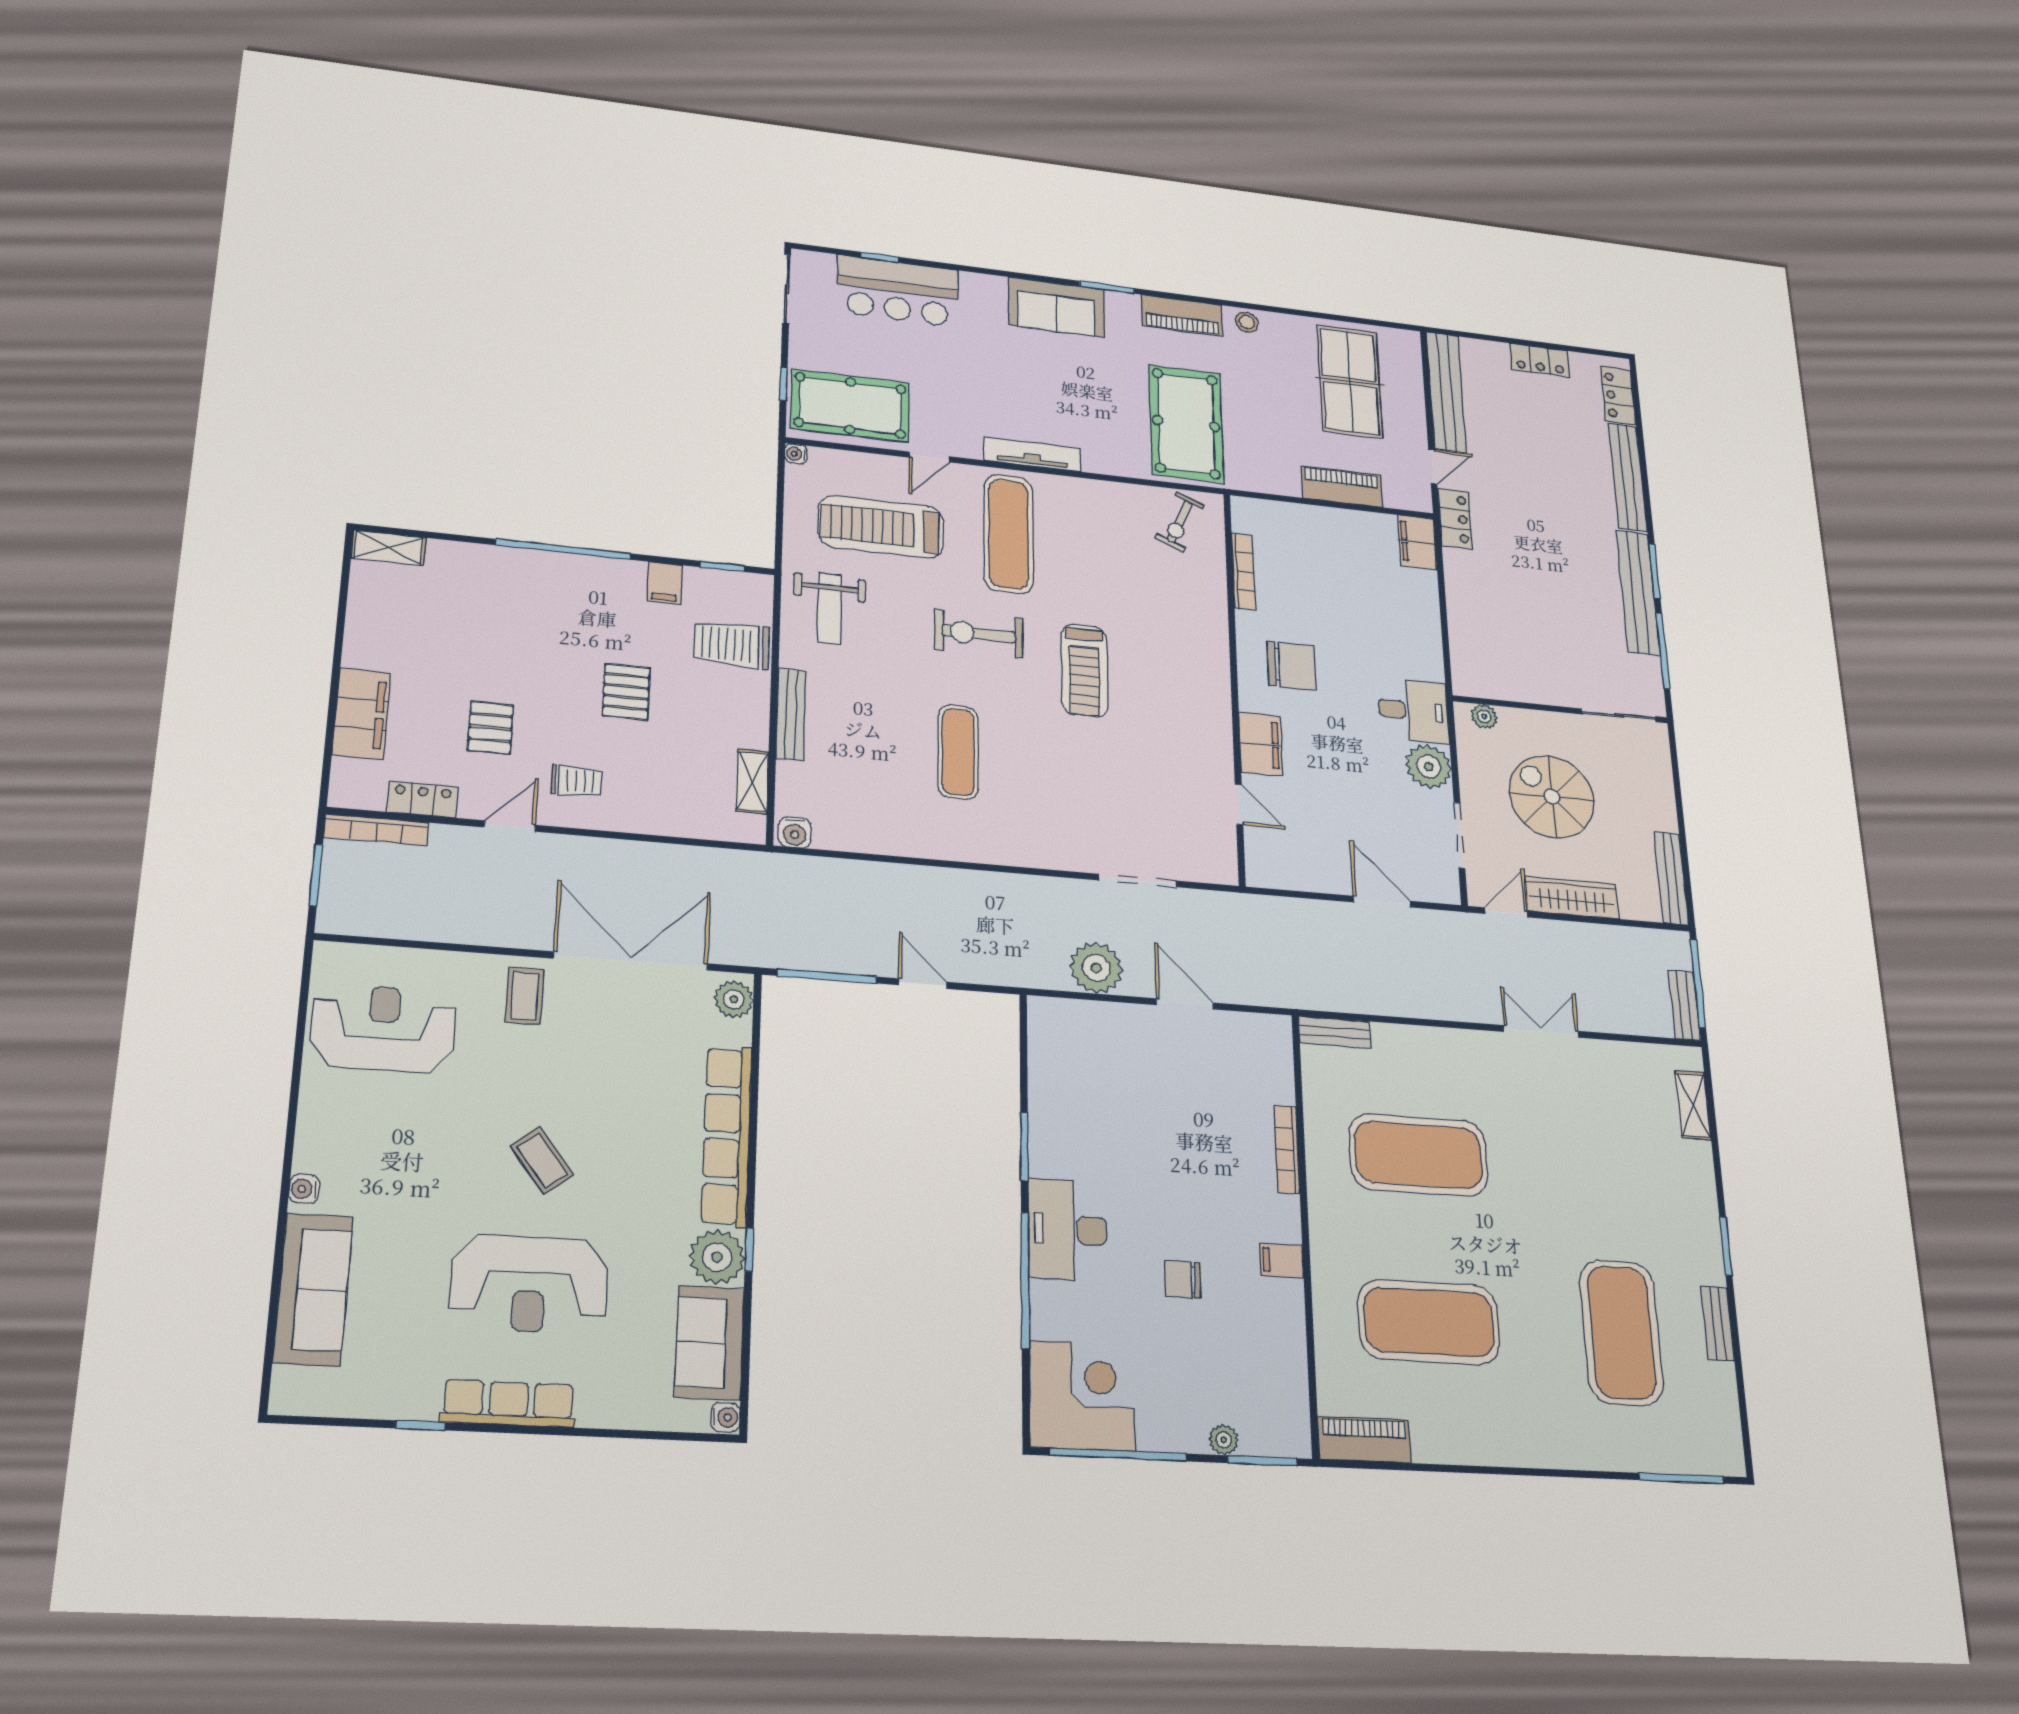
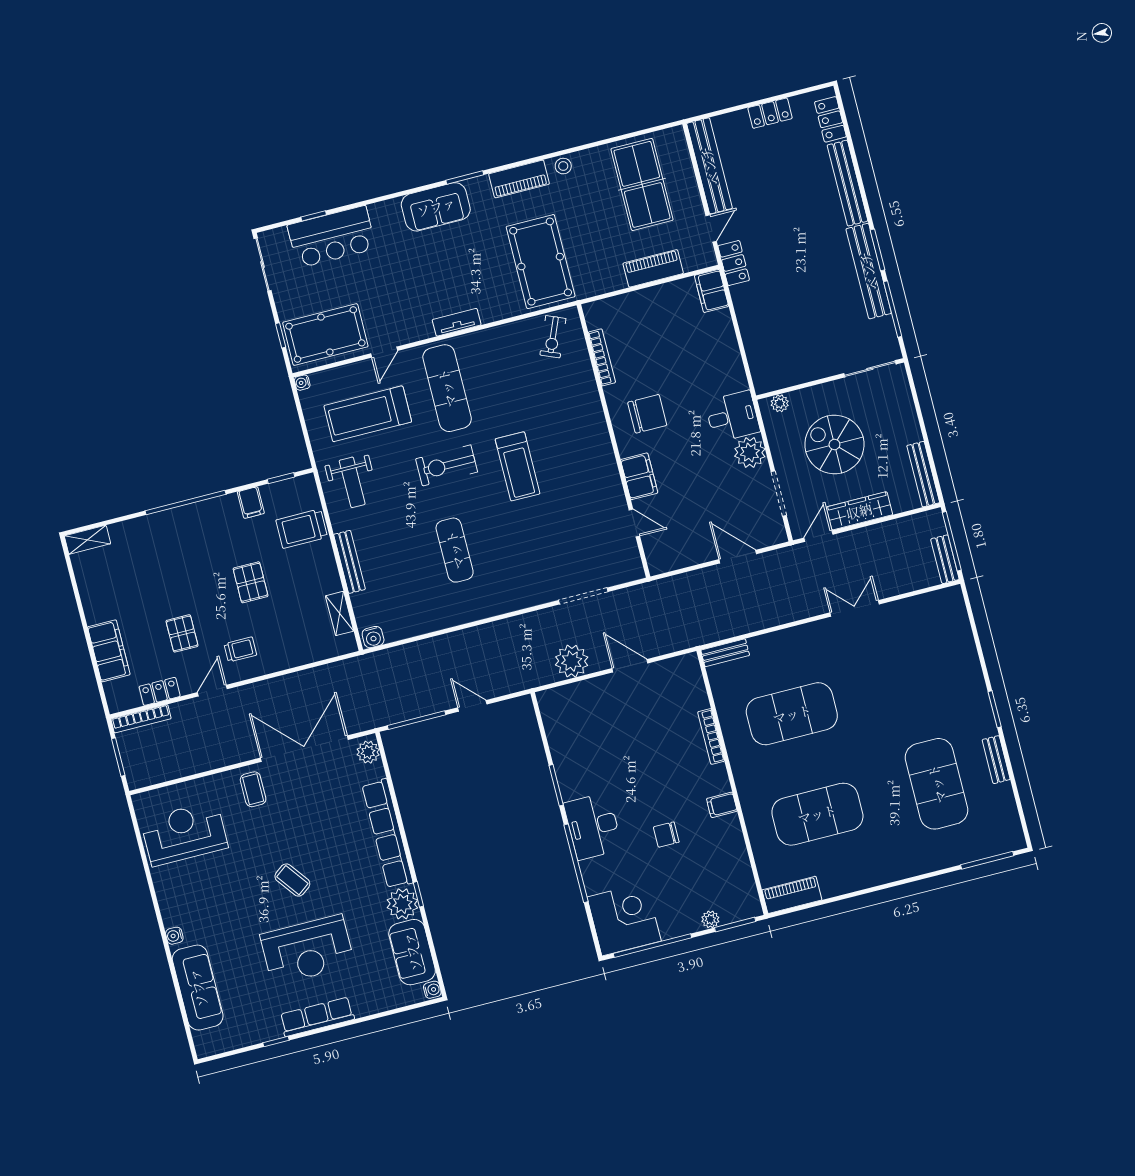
tv unit: (1032, 455) -> (457, 322), width x0.71
shelving: (1693, 1105) -> (960, 624), removed

